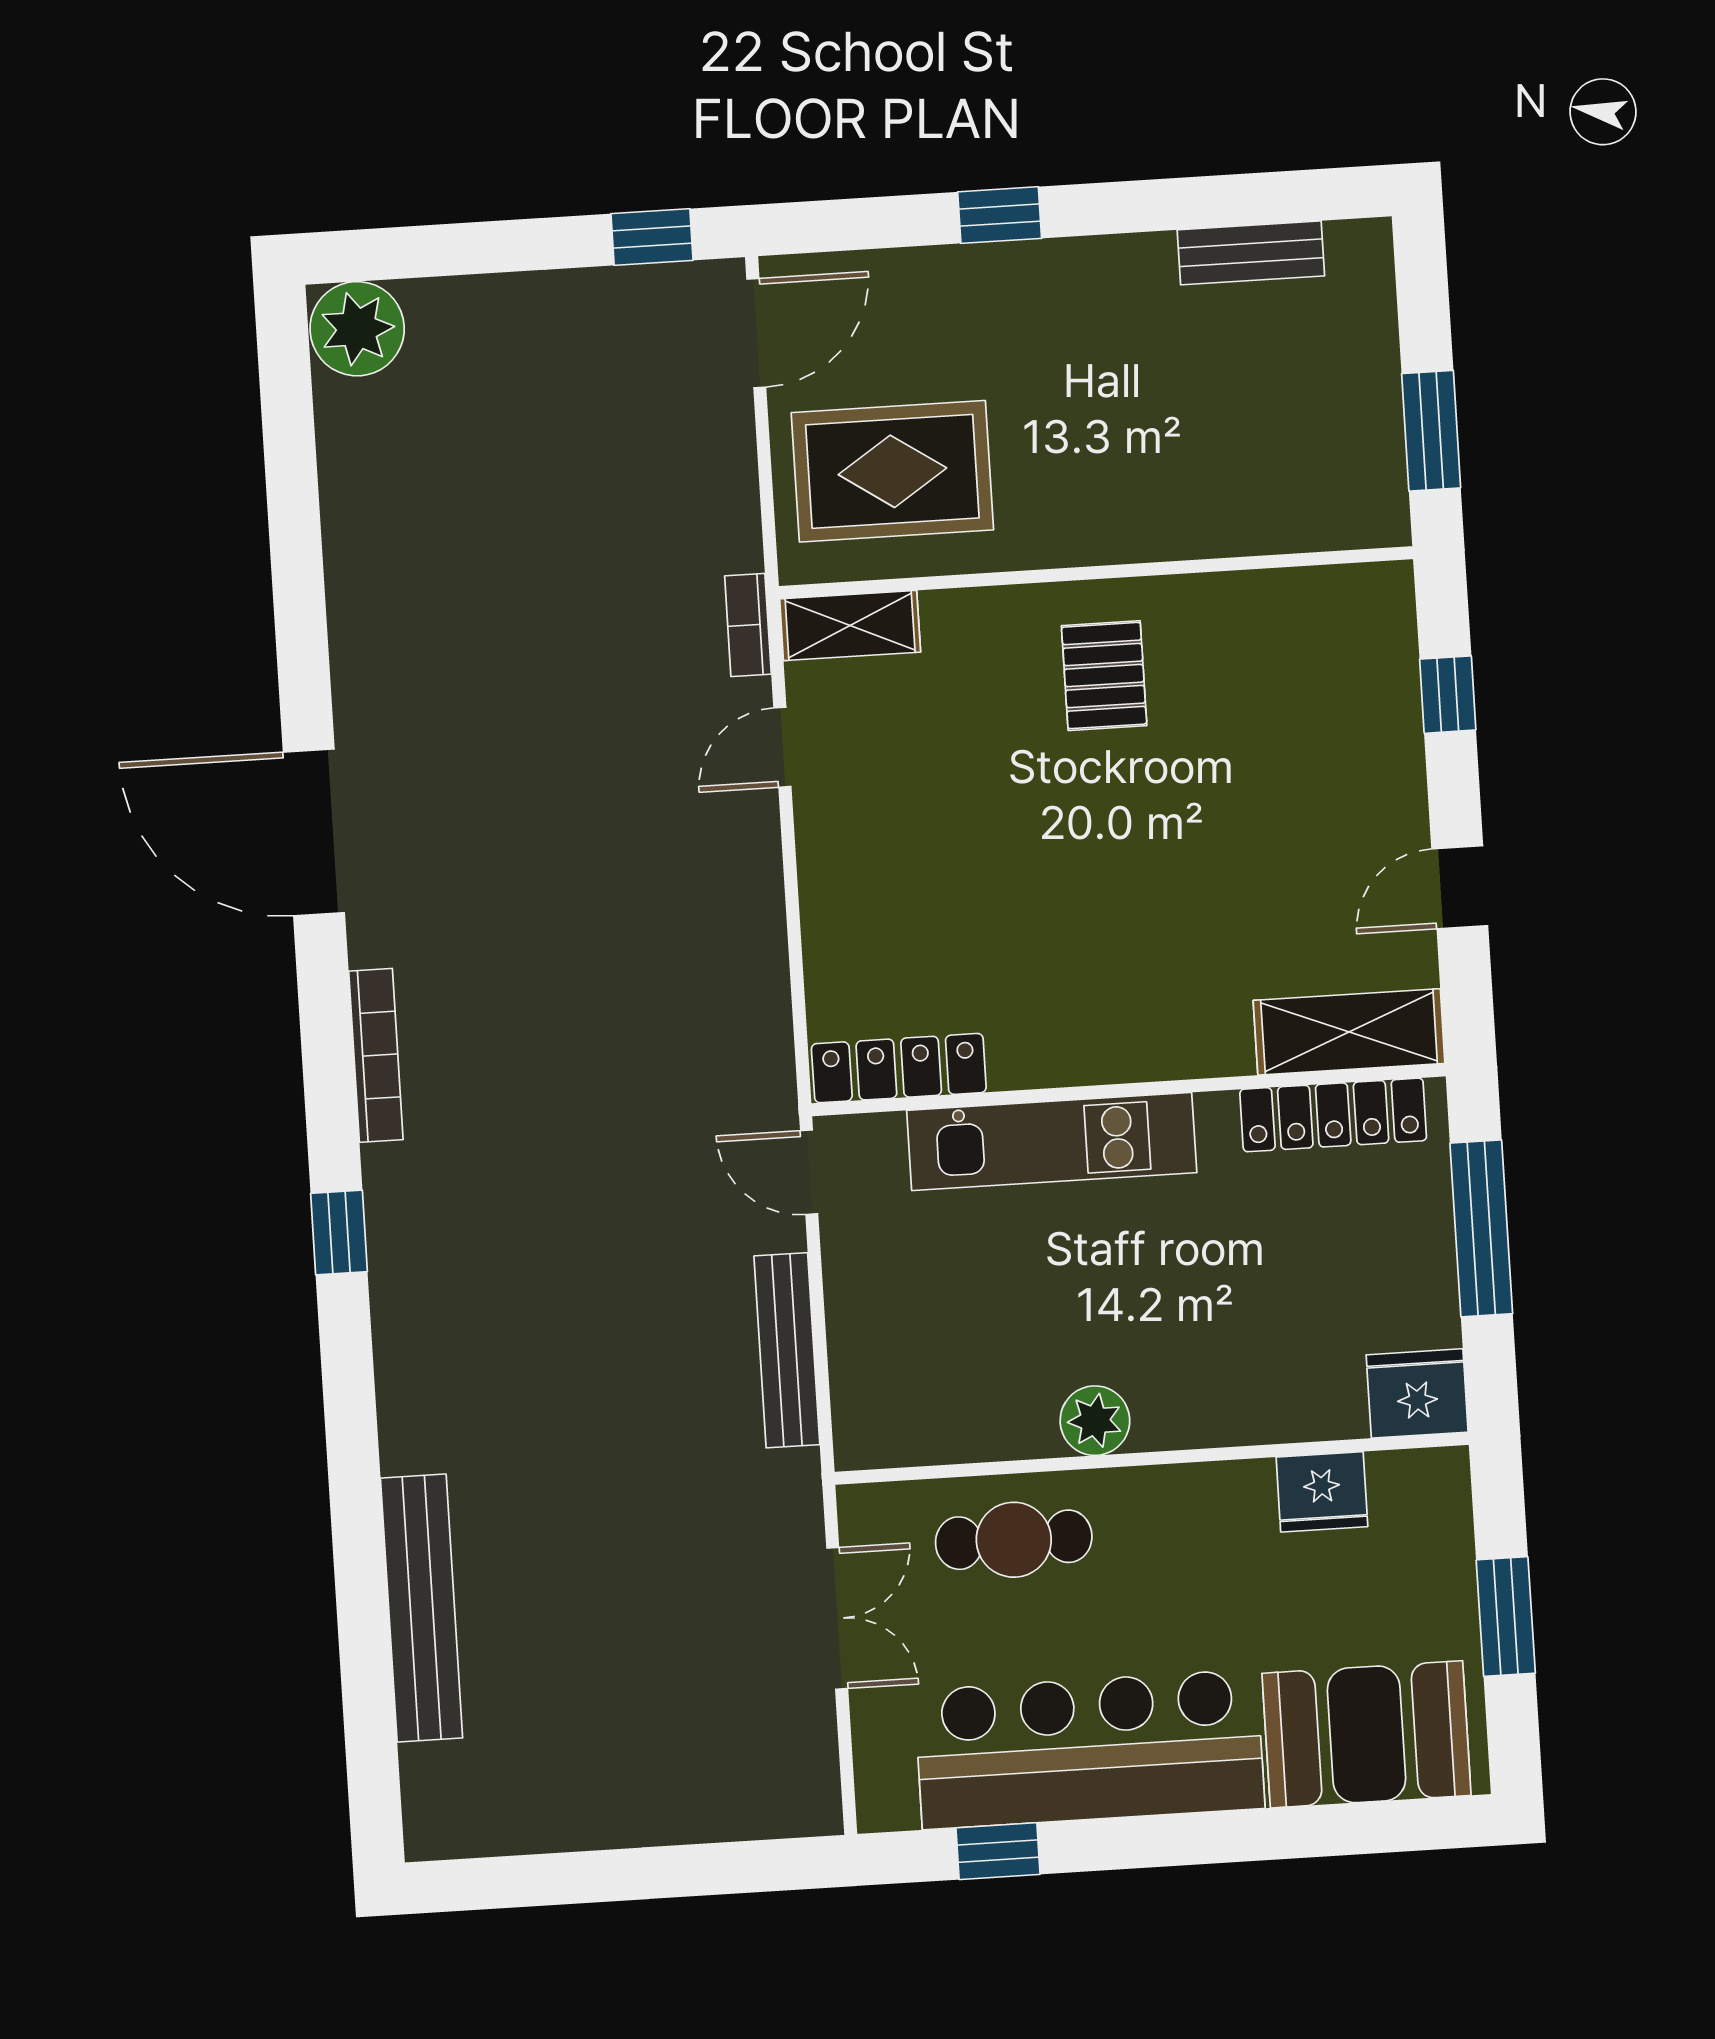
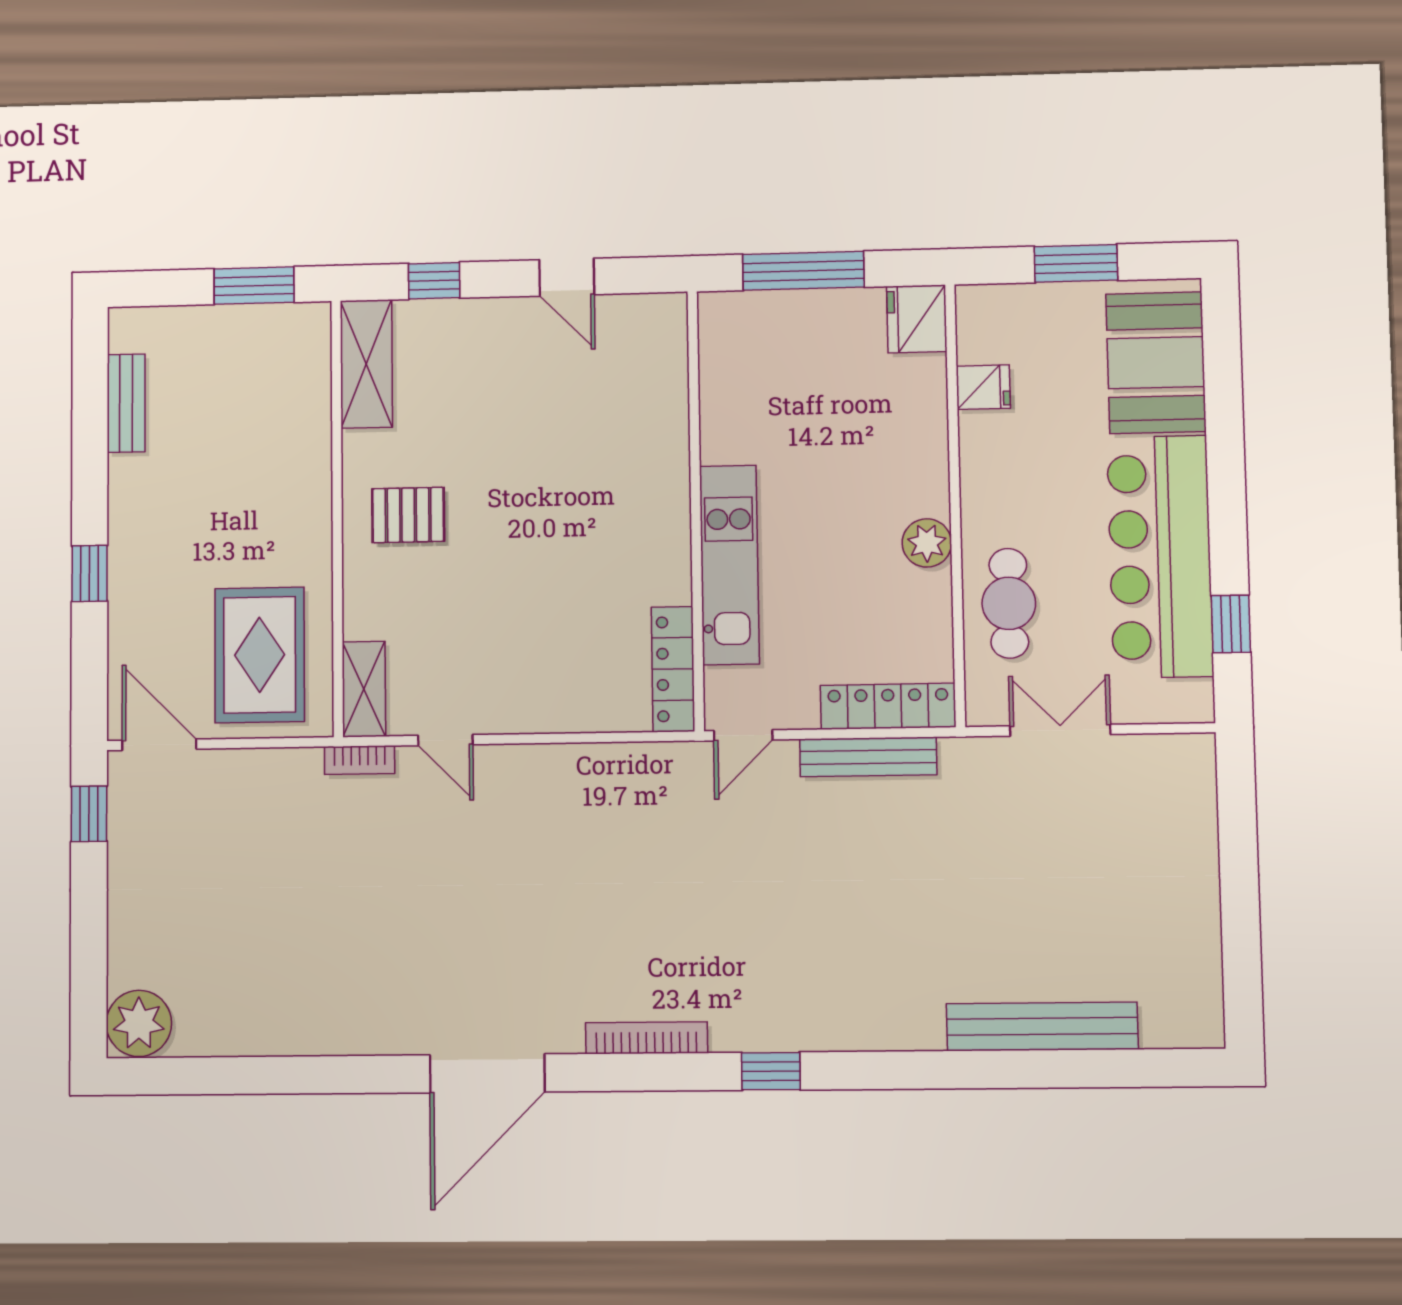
shelving: (1349, 1032) -> (366, 364), moved
locker: (1333, 1115) -> (888, 706), moved, turned -90
fridge: (1322, 1492) -> (983, 387), width x0.72

